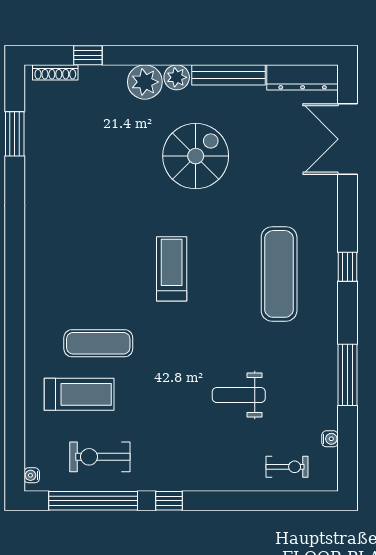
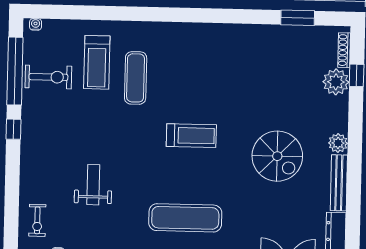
plant: (145, 82) -> (336, 82), moved
exercise bike: (100, 457) -> (48, 77), turned 90

